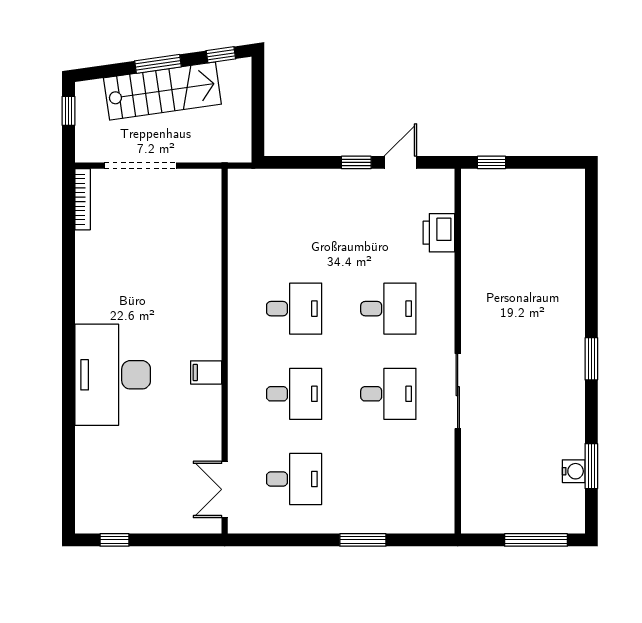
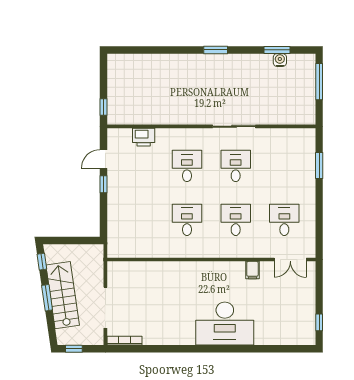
door: (400, 162) -> (103, 159), hinge flipped
filing cabinet: (206, 372) -> (252, 270), moved
window: (363, 540) -> (319, 166), moved

